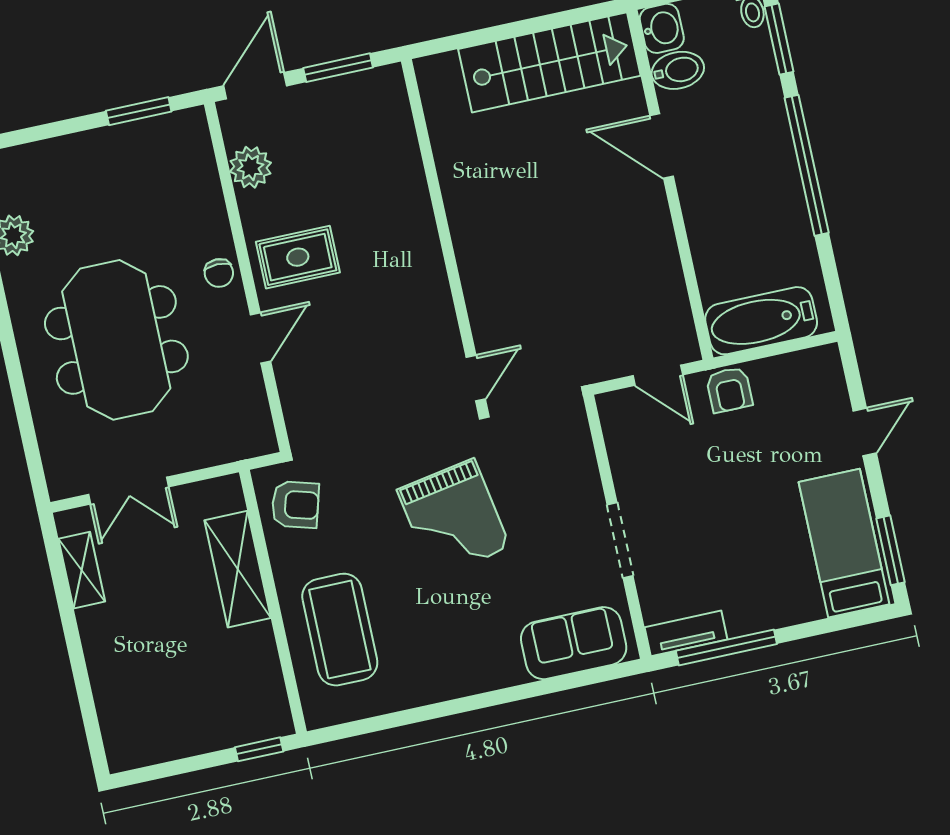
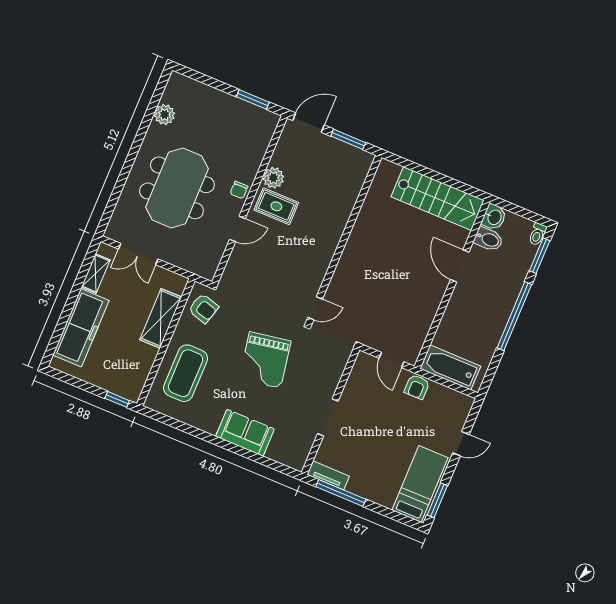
plant: (250, 167) -> (273, 178), moved
sofa: (574, 643) -> (245, 433), moved
freezer: (119, 675) -> (81, 328), added

